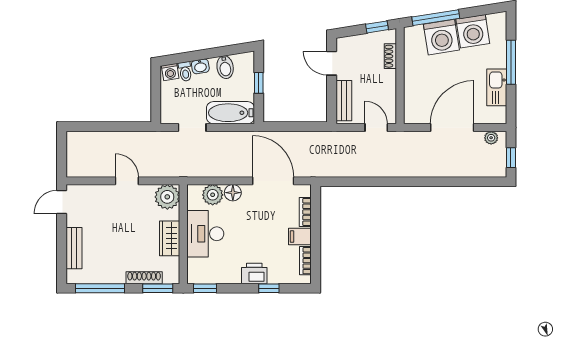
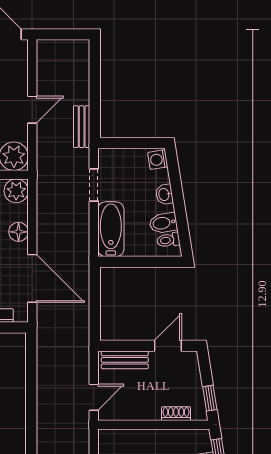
toilet: (185, 72) -> (168, 240), moved
window: (259, 83) -> (145, 262), removed
bench: (142, 138) -> (82, 127), added
door: (273, 181) -> (32, 278), hinge flipped
plant: (213, 195) -> (16, 191), moved

